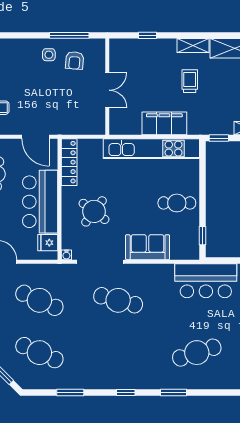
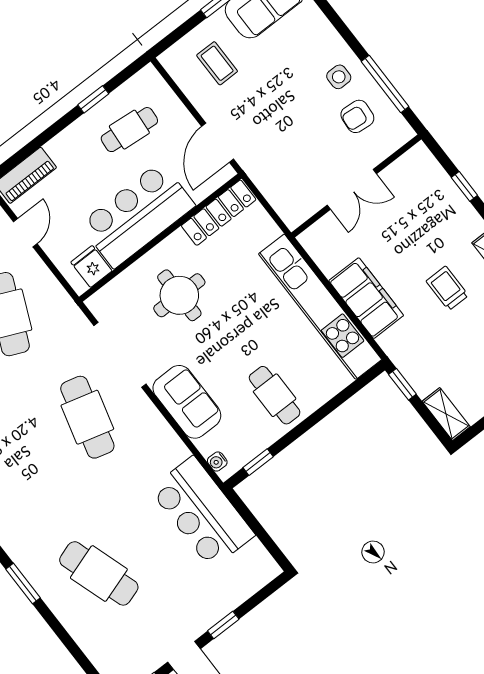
trolley: (190, 81) -> (447, 288), turned -90
round table: (94, 211) -> (179, 295), turned -37
water cooler: (66, 255) -> (217, 461), moved

